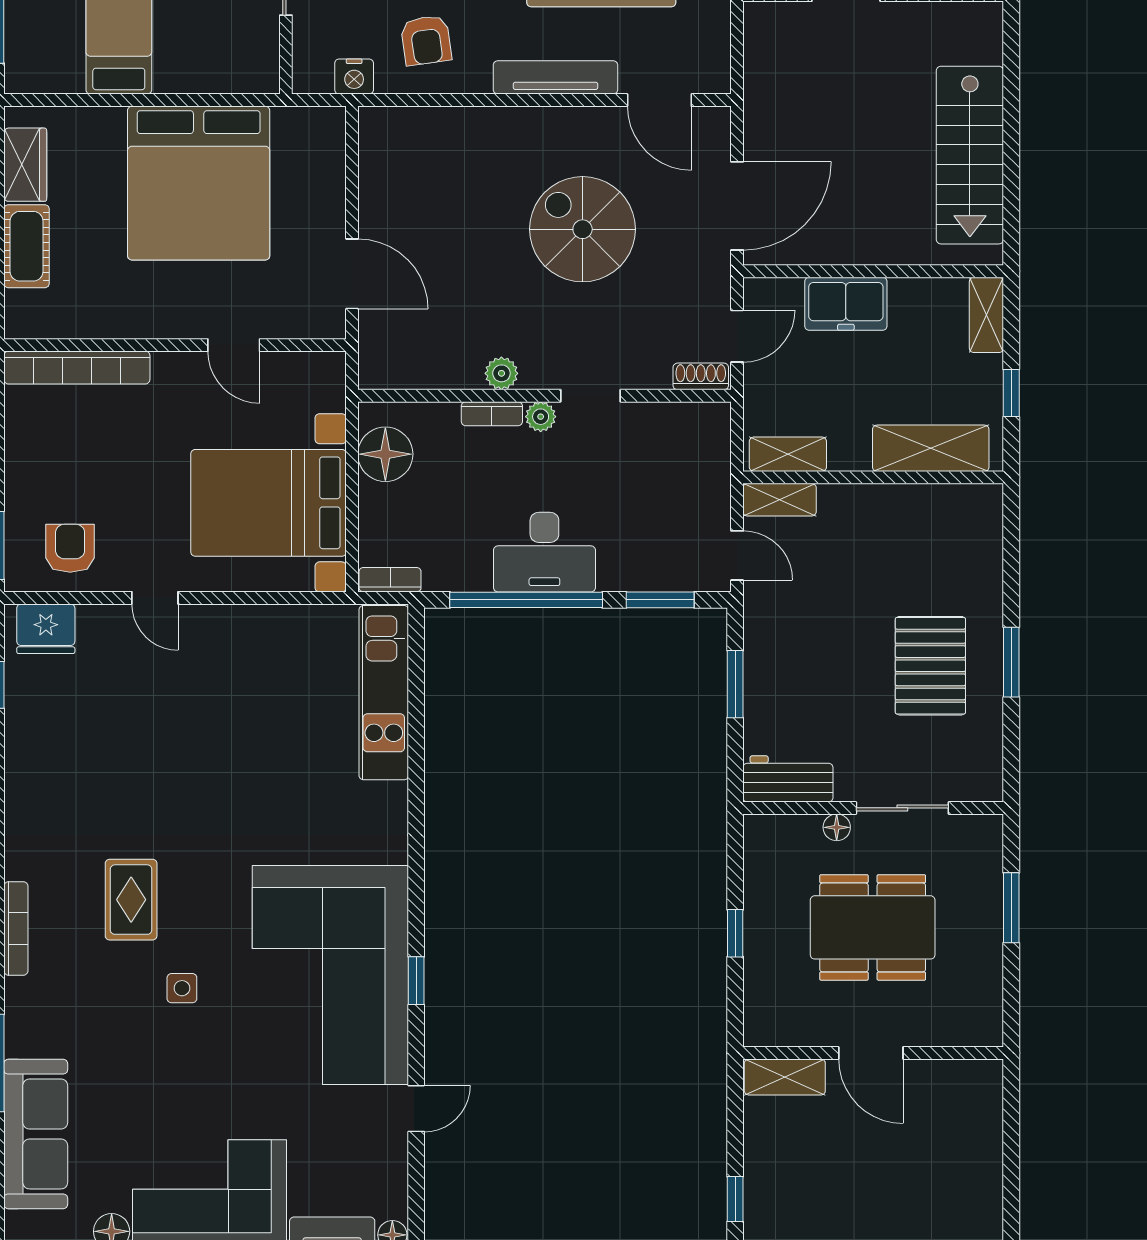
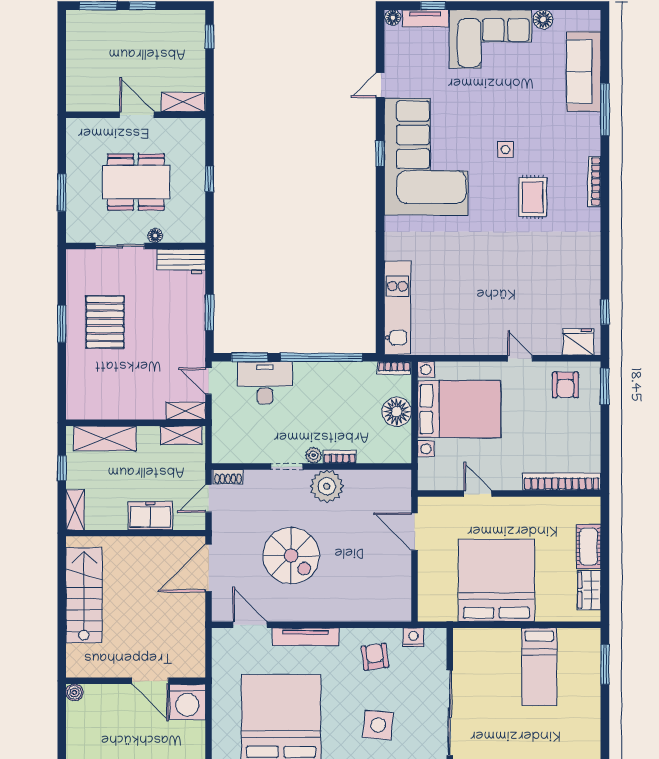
plant: (501, 373) -> (327, 486), width x1.87, depth x1.87
floor lamp: (385, 454) -> (397, 412), moved
desk: (544, 552) -> (265, 383), moved

